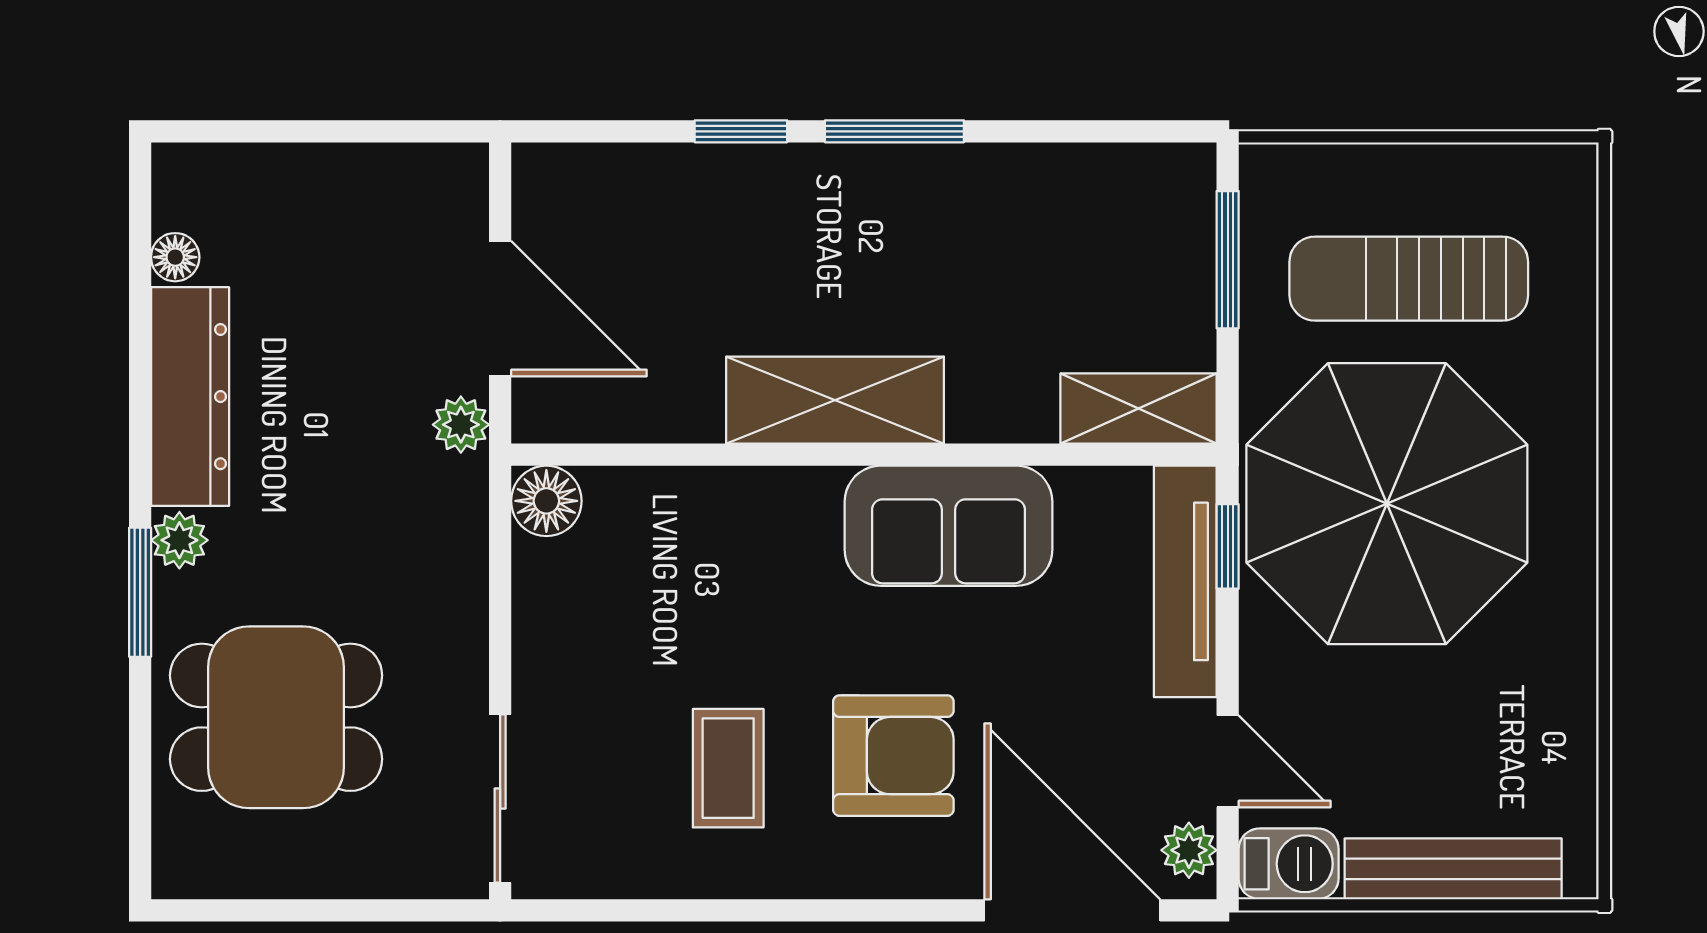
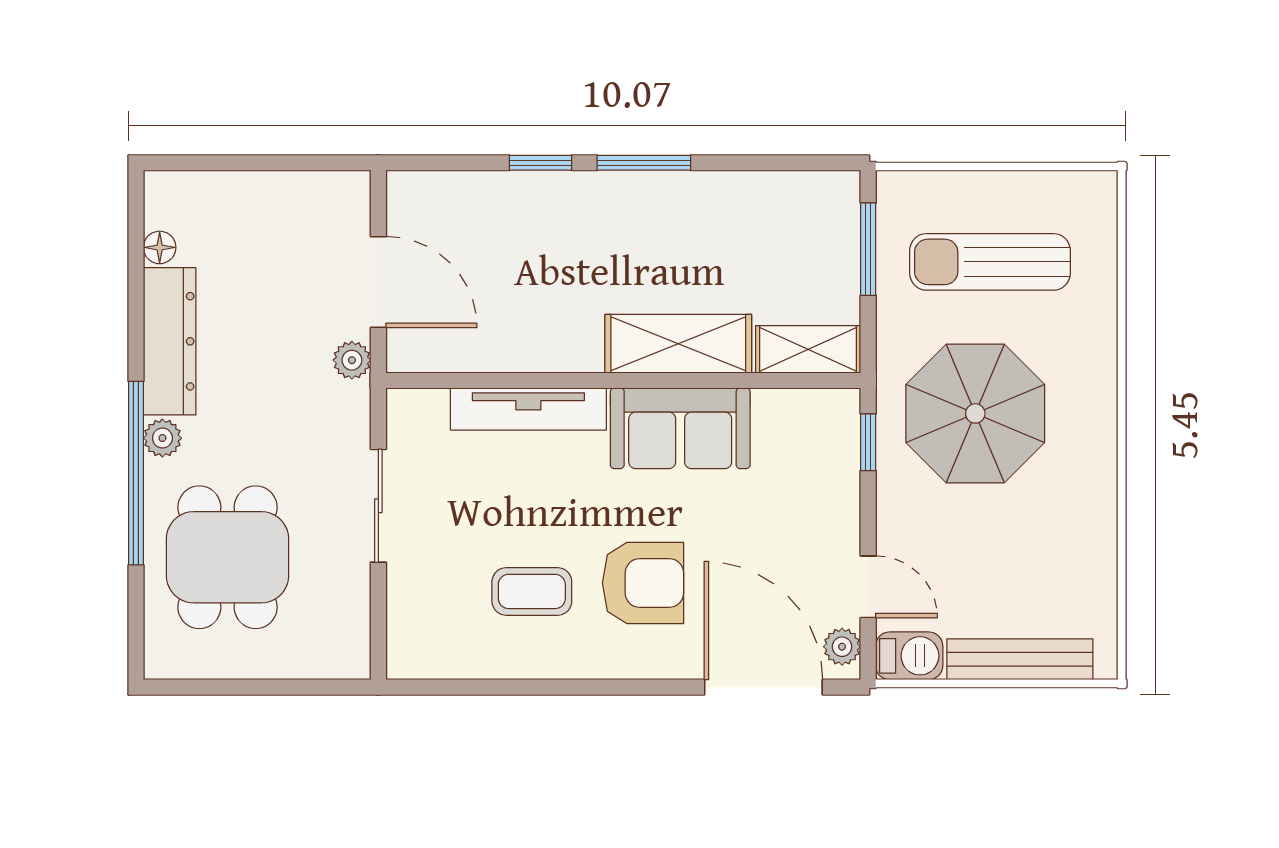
shelving: (835, 400) -> (678, 344), moved
floor lamp: (546, 501) -> (409, 412), removed
parasol: (1387, 504) -> (975, 413), width x0.73, depth x0.73
tv unit: (1185, 581) -> (528, 409), moved, turned -90
window: (140, 592) -> (136, 473), width x2.11
dining table: (276, 717) -> (227, 557), turned 90
coffee table: (728, 768) -> (532, 591), turned 90
sliding door: (500, 799) -> (378, 506), moved

